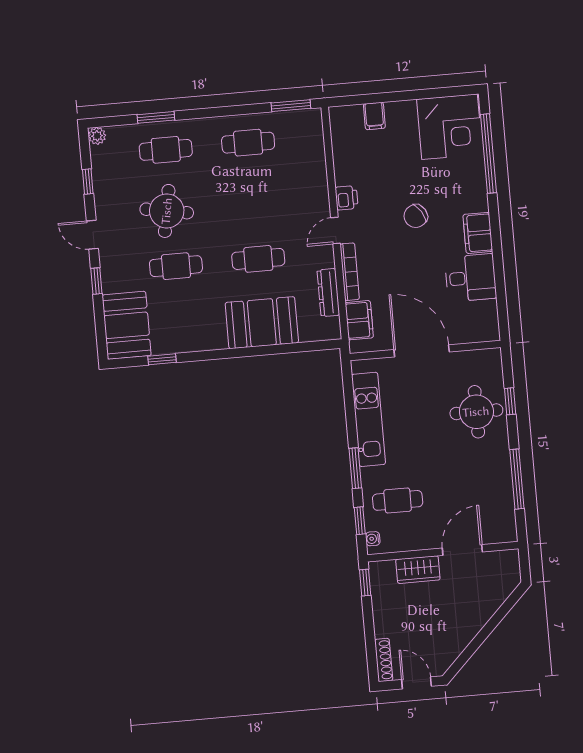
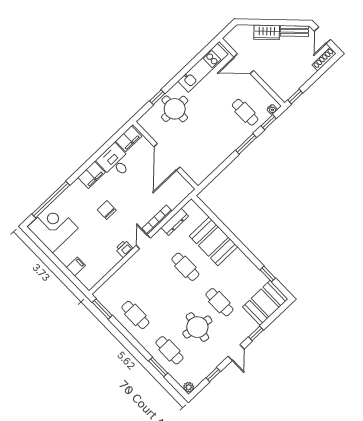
chair: (416, 216) -> (107, 210), turned -148
door: (335, 231) -> (143, 242), swing flipped
filing cabinet: (359, 320) -> (129, 139), moved, turned 180
kitchen unit: (368, 419) -> (203, 68), moved, turned 180
window: (517, 479) -> (191, 65), removed
wardrobe: (418, 570) -> (267, 32), moved, turned 135
bench: (452, 651) -> (294, 31), added

